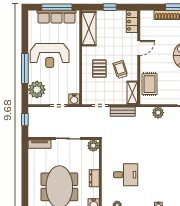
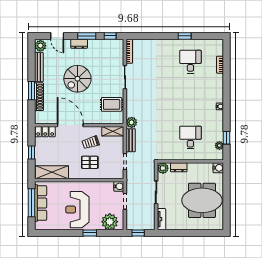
door: (139, 48) -> (70, 125), width x1.87
reception desk: (50, 55) -> (77, 210), turned 180
window: (25, 69) -> (90, 233), width x0.46
rug: (149, 84) -> (112, 104), moved
plant: (158, 113) -> (132, 122), moved
dresser: (94, 178) -> (179, 167), moved

